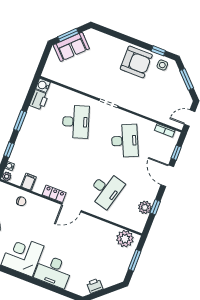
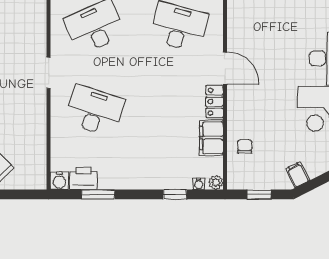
window: (20, 121) -> (98, 194), moved
desk: (76, 122) -> (95, 111), turned 36
filing cabinet: (29, 182) -> (211, 138), width x2.00

